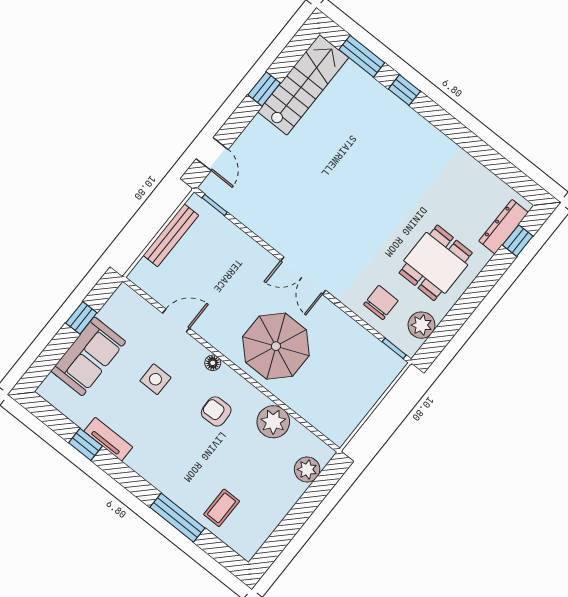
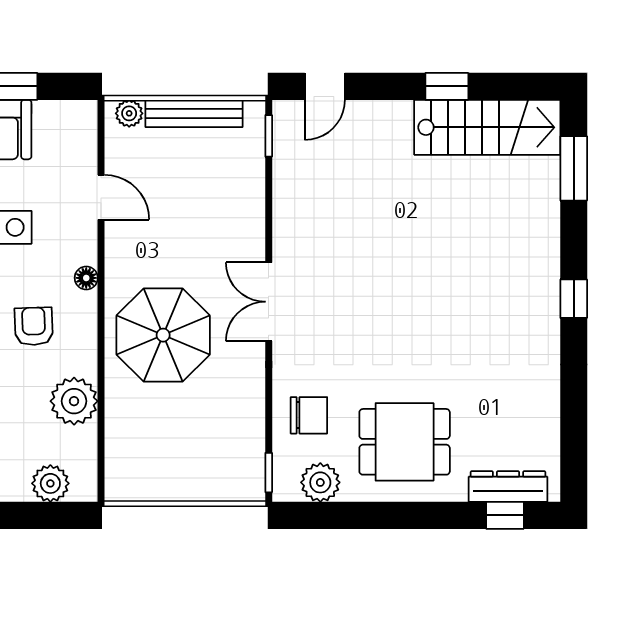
window: (404, 90) -> (574, 299), moved
plant: (143, 270) -> (129, 113), added

